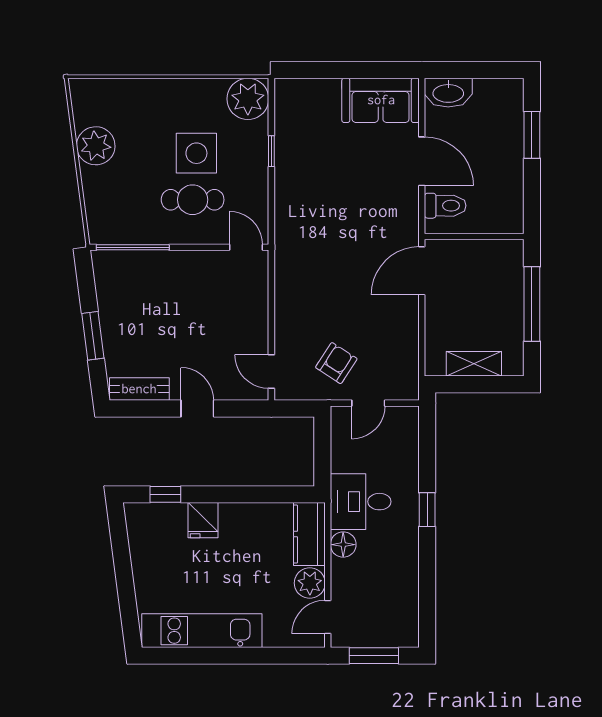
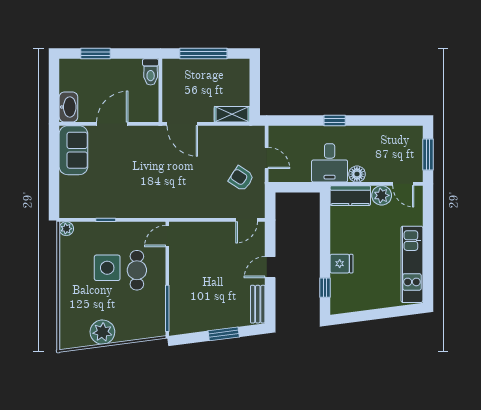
plant: (248, 99) -> (66, 229), width x0.53, depth x0.53
toilet: (445, 206) -> (151, 72), moved, turned 180
shelving: (474, 364) -> (232, 114), moved, turned 90

